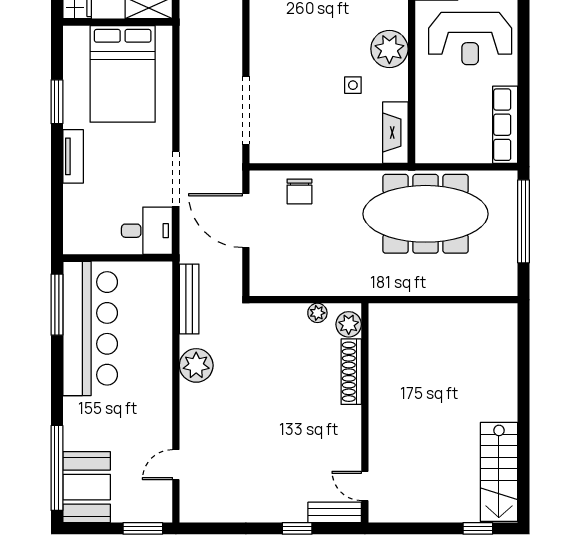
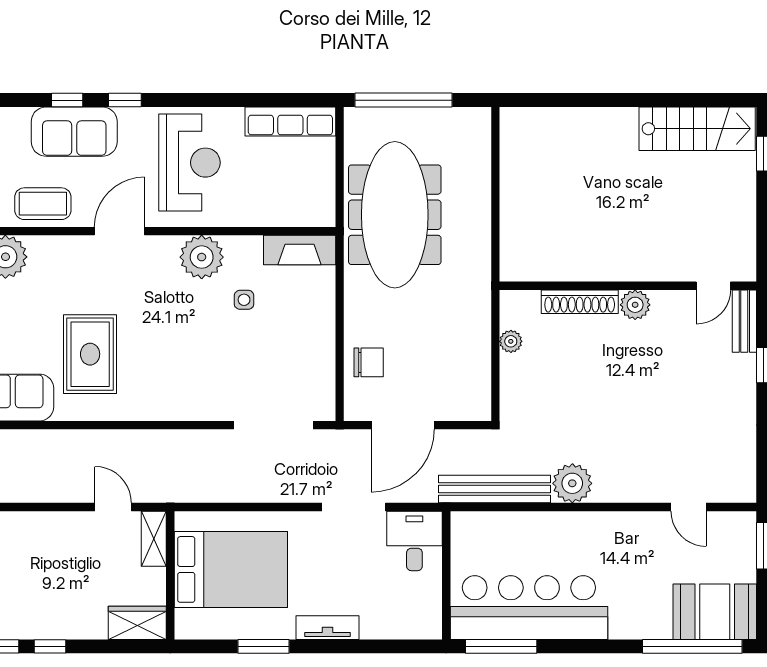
bench: (189, 299) -> (495, 489), width x1.37, depth x1.21
plant: (349, 324) -> (635, 305), moved

